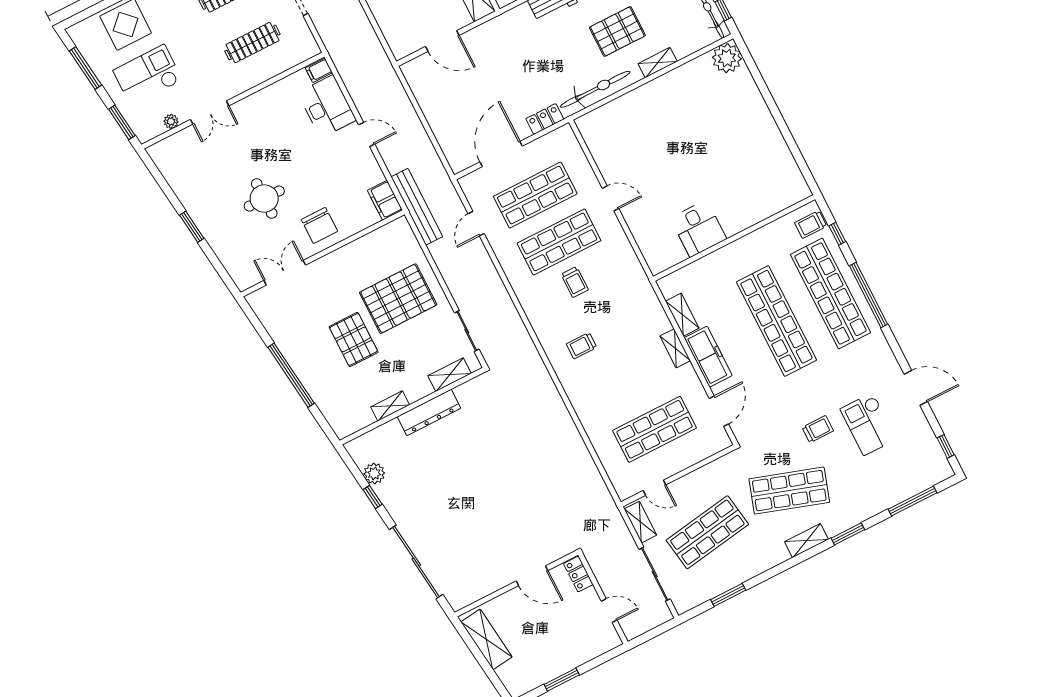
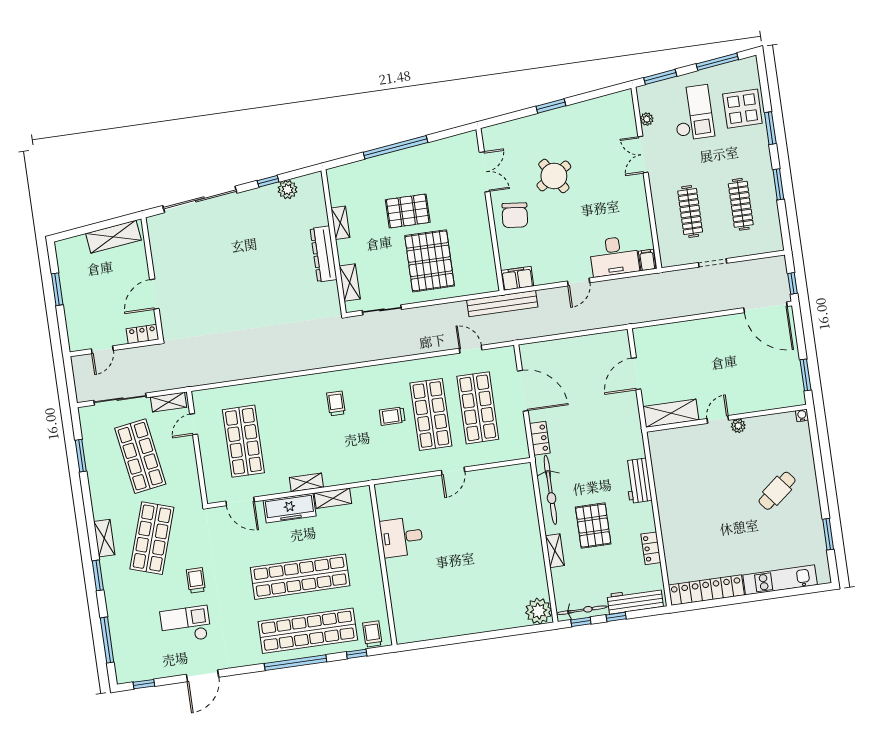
round table: (264, 198) -> (554, 176), turned -32
chair: (319, 225) -> (515, 215), turned -84
trolley: (818, 429) -> (196, 580), turned 180

